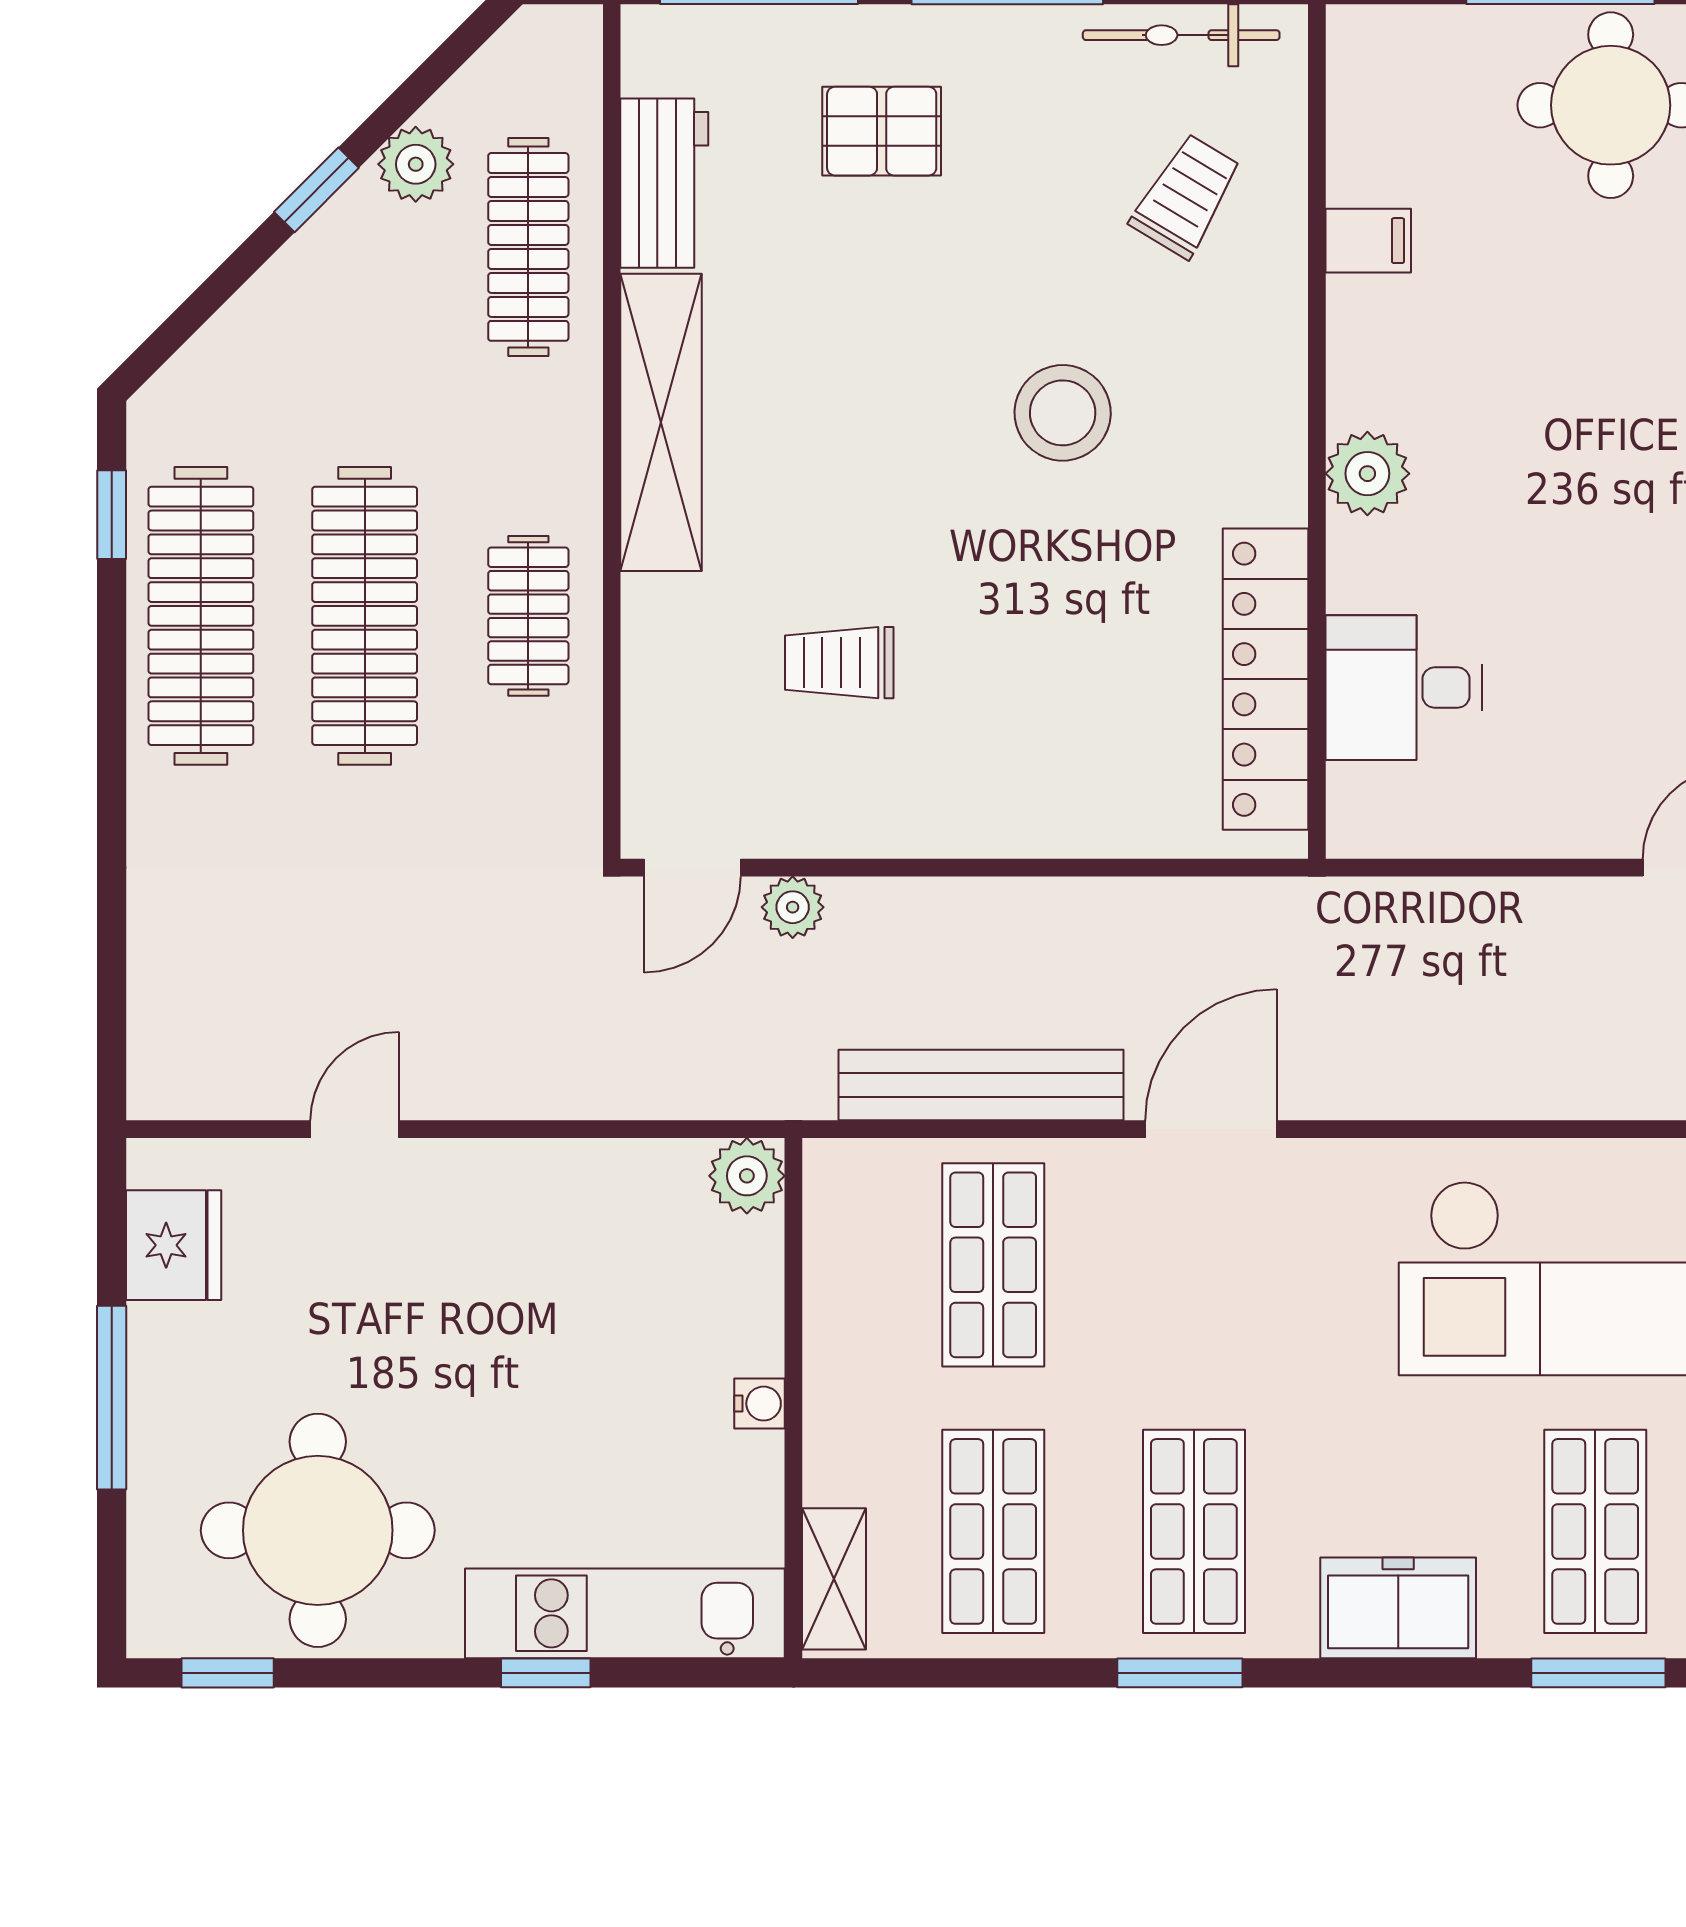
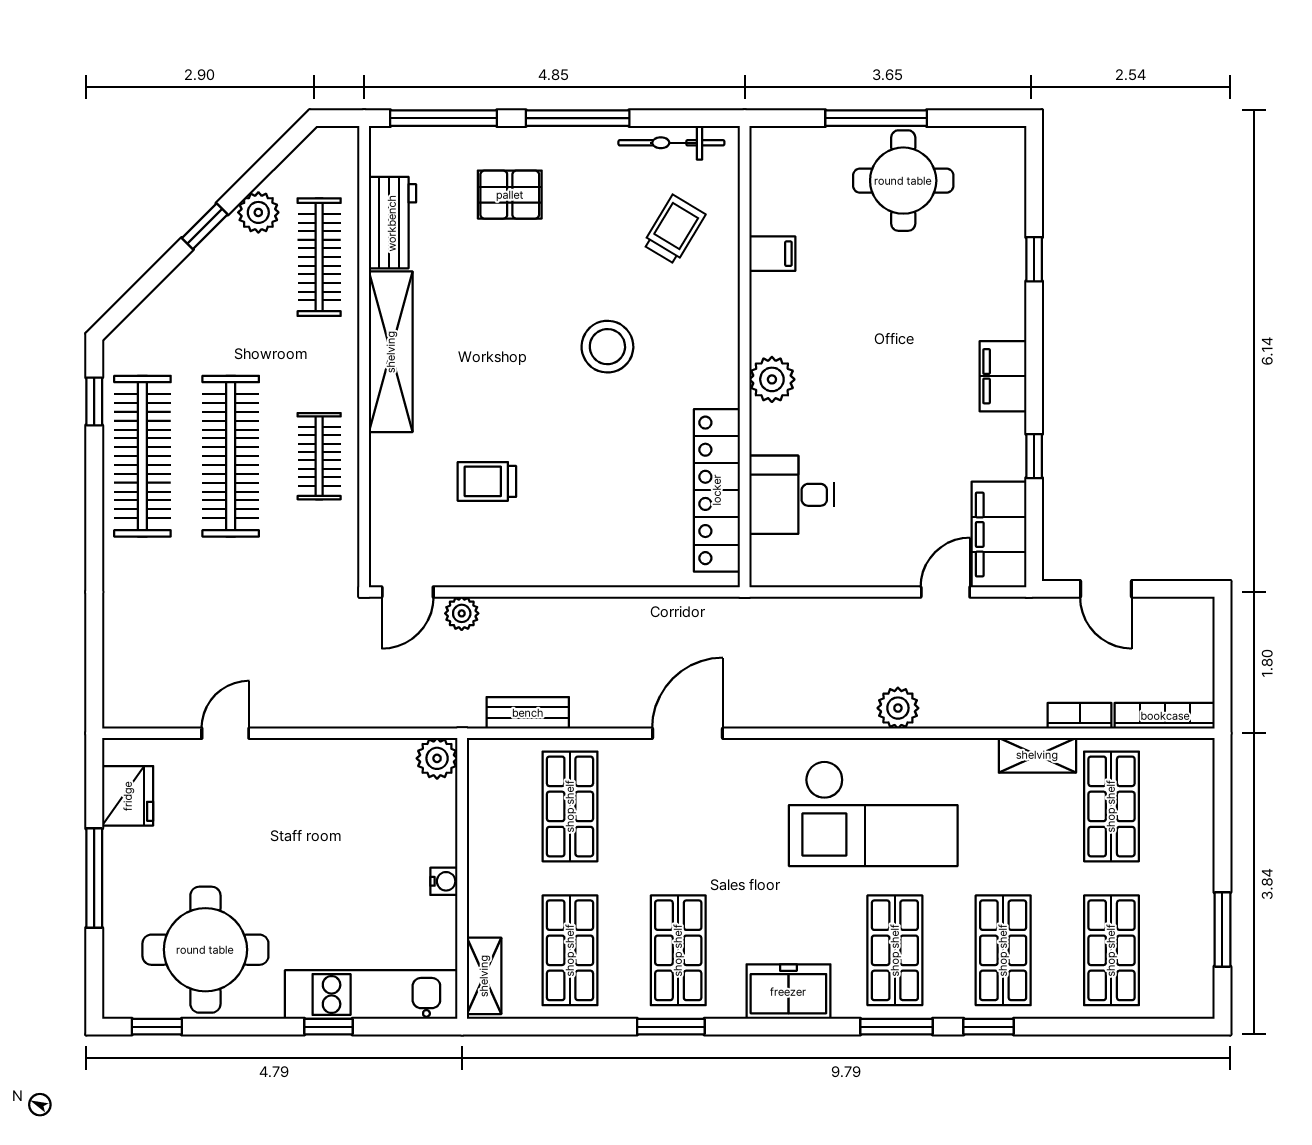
plant: (1601, 1083) -> (898, 708), added
bench: (981, 1085) -> (528, 713), width x0.54, depth x0.82

